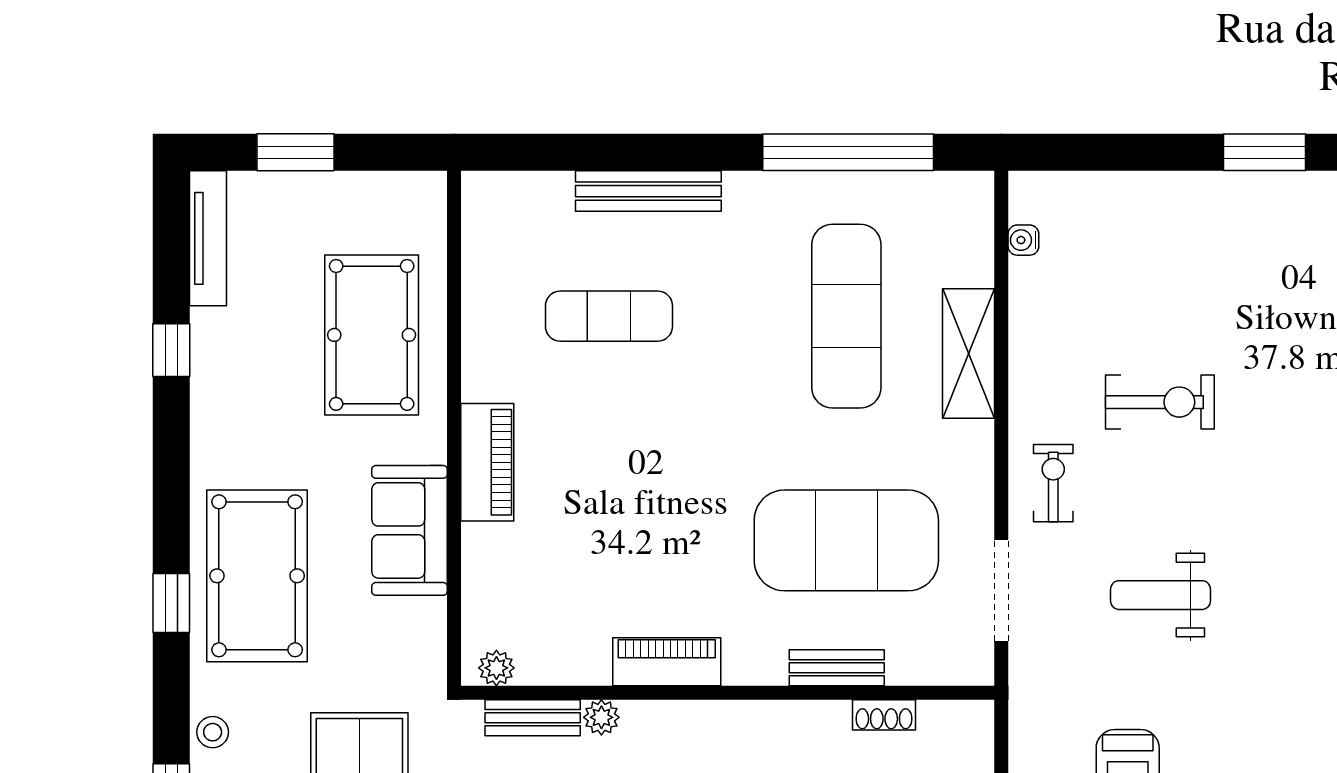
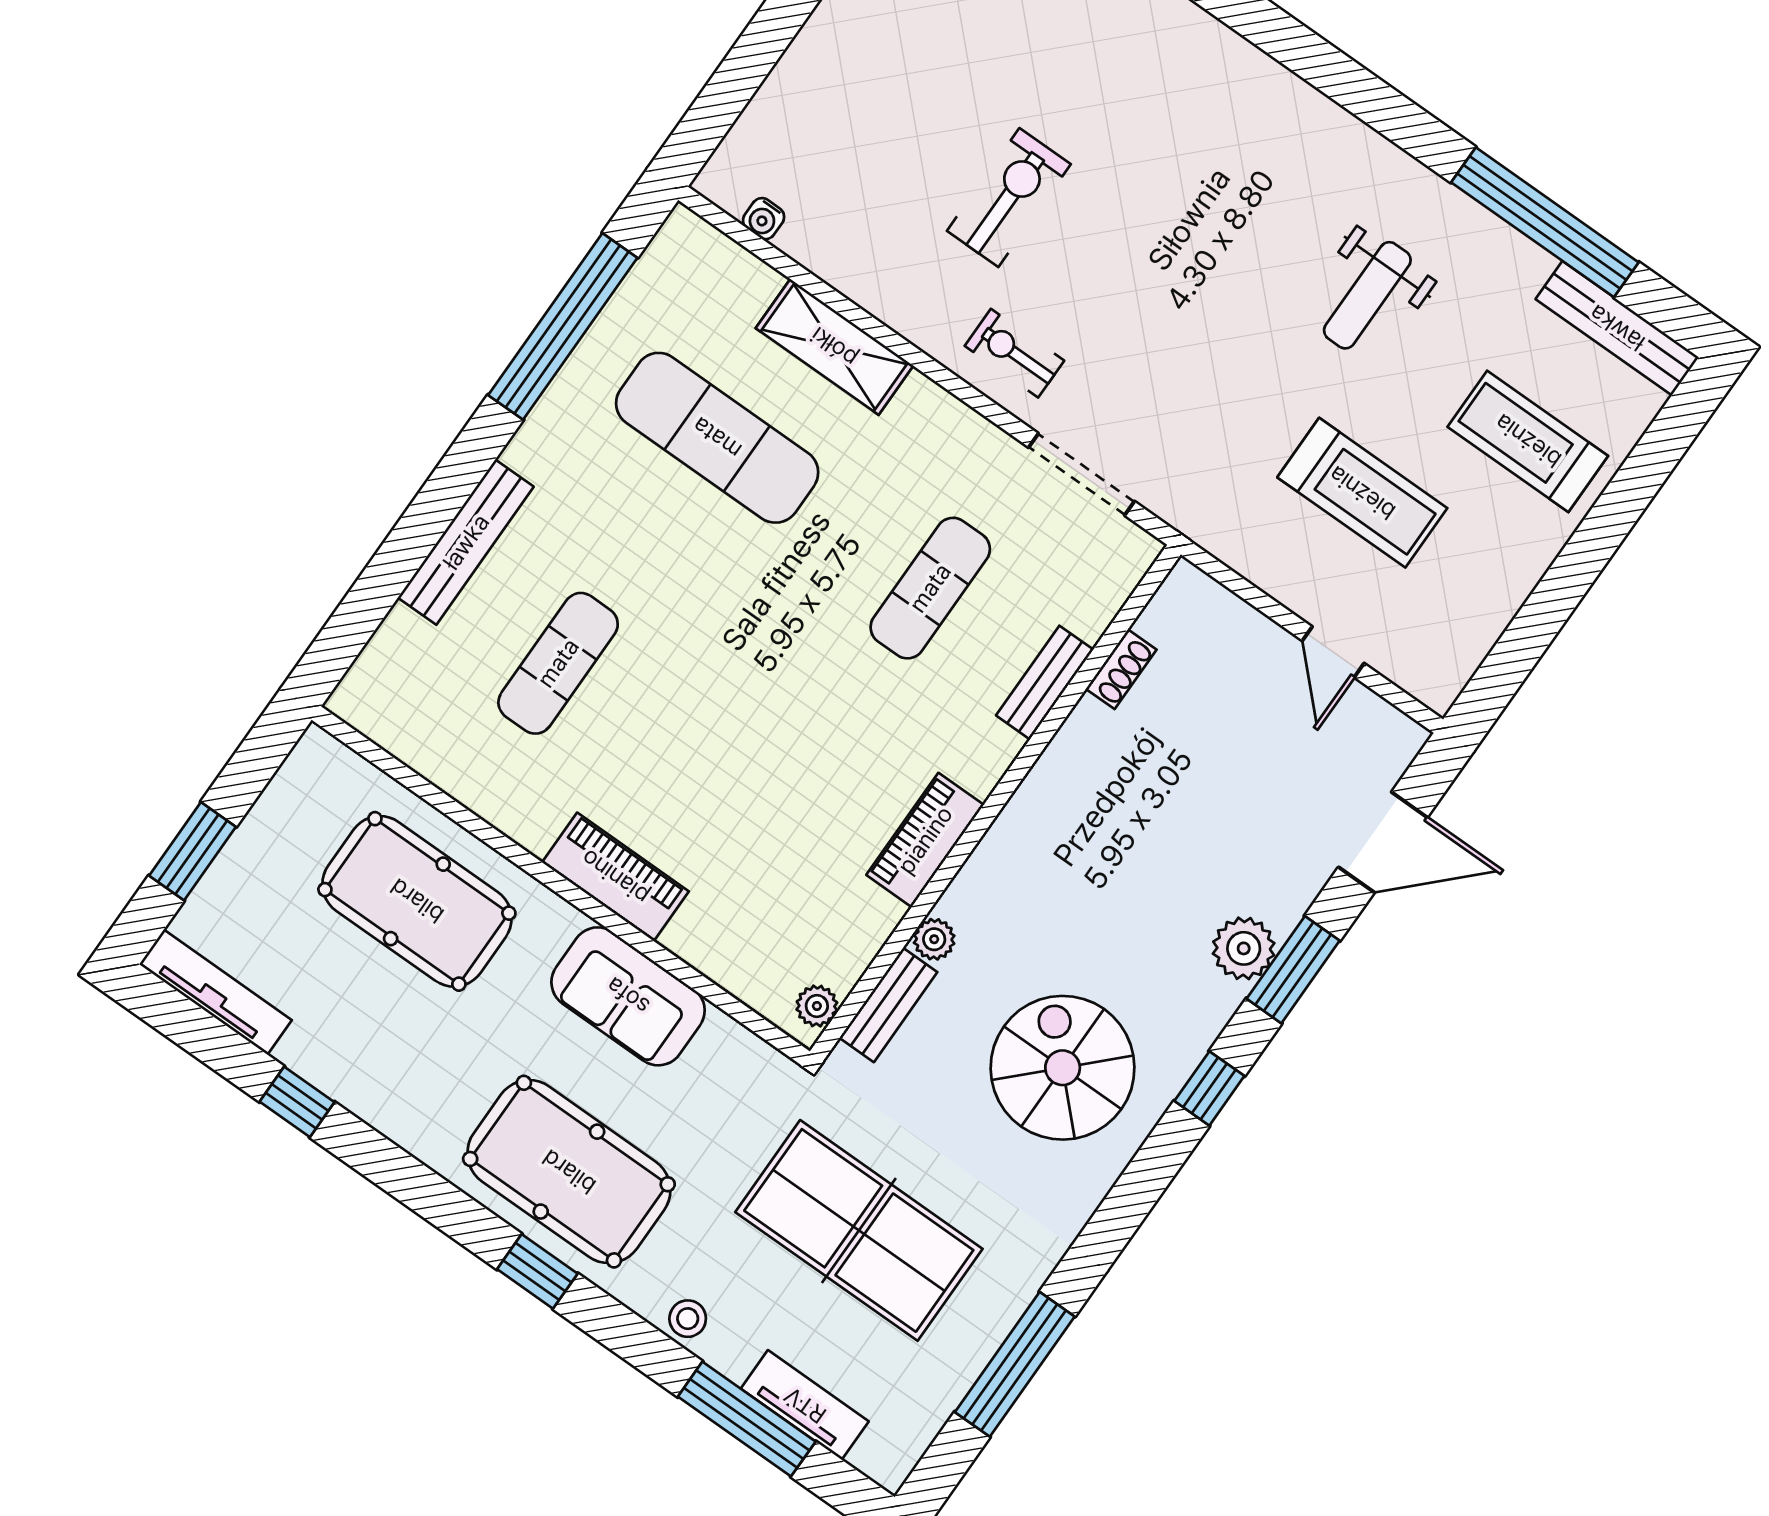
exercise mat: (846, 540) -> (930, 588), width x0.50, depth x0.69
weight bench: (1160, 595) -> (1367, 295), moved

